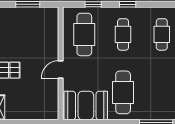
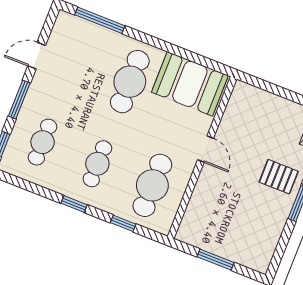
door: (61, 69) -> (206, 149), hinge flipped

